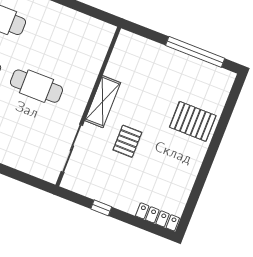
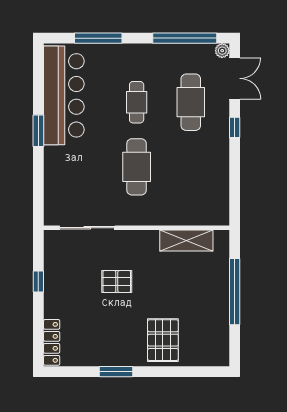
window: (195, 52) -> (235, 292), moved
shelving: (103, 102) -> (186, 240), moved
window: (204, 172) -> (116, 372), added

